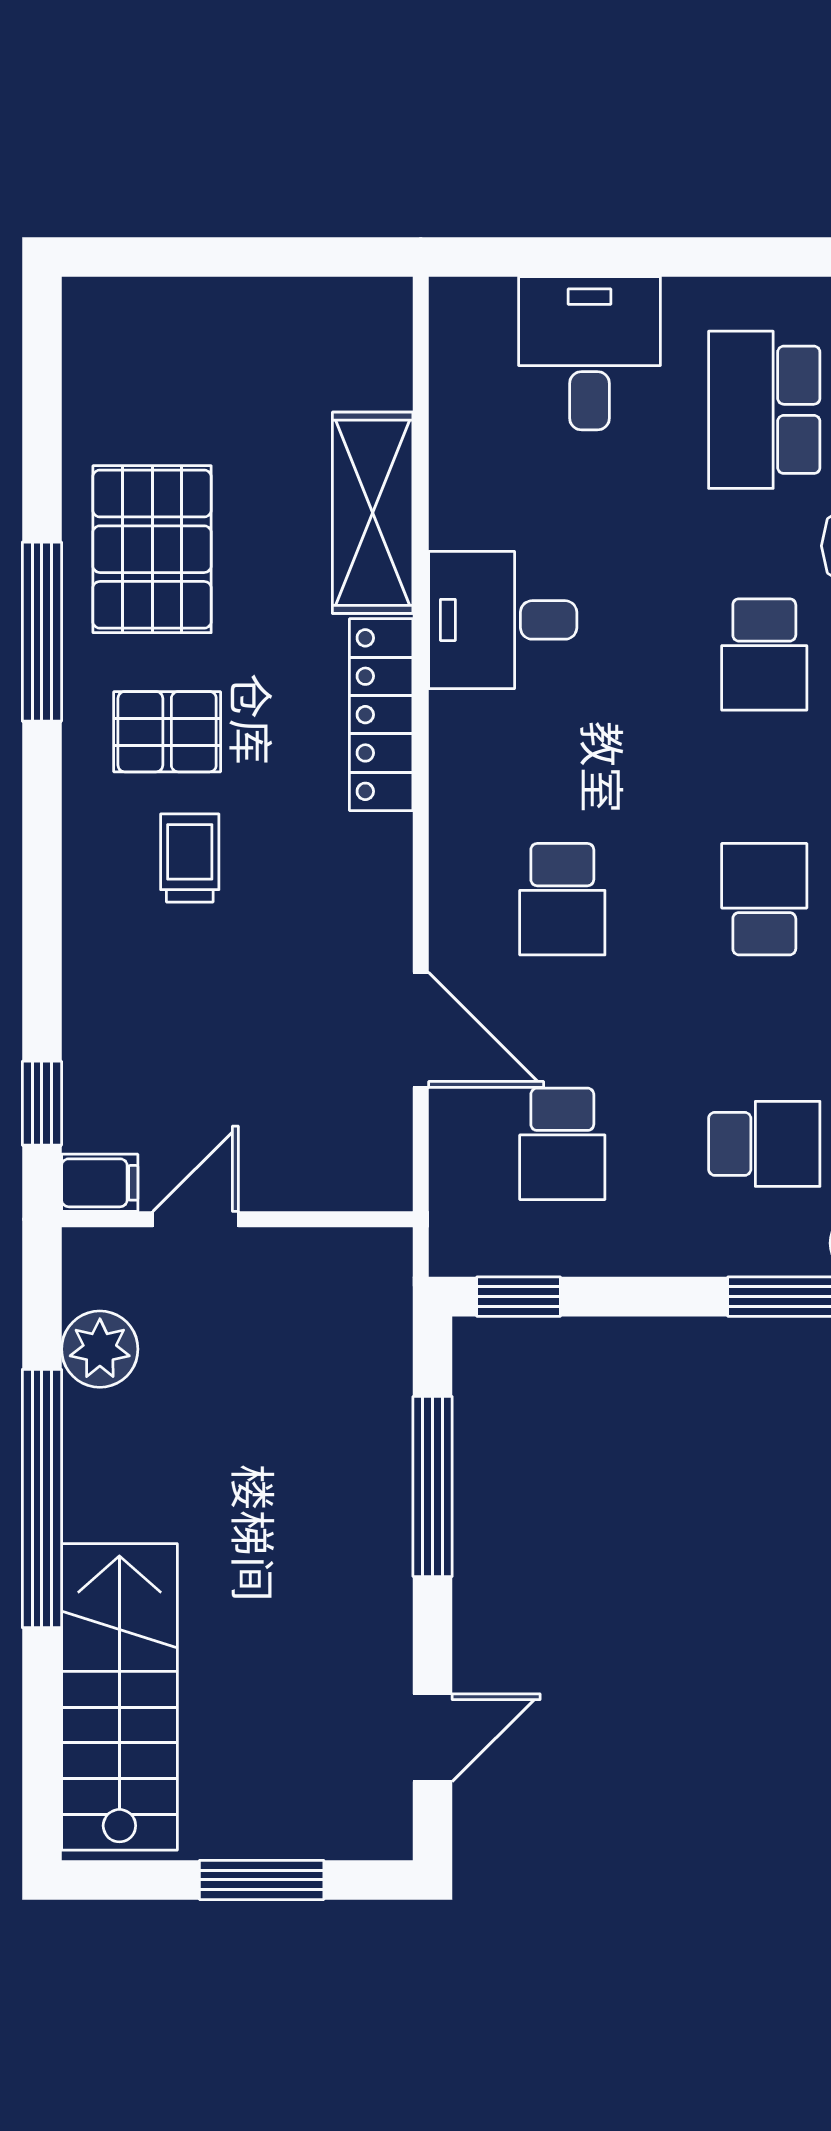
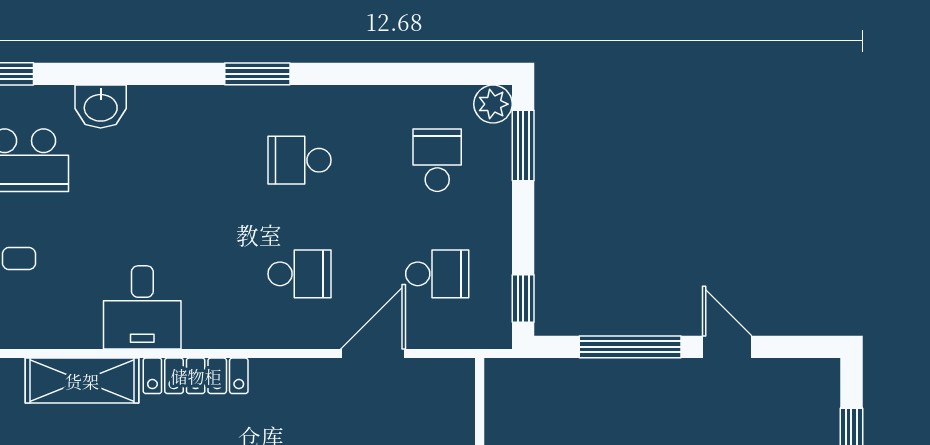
school desk: (764, 654) -> (162, 160), removed
door: (433, 1738) -> (727, 347), moved

